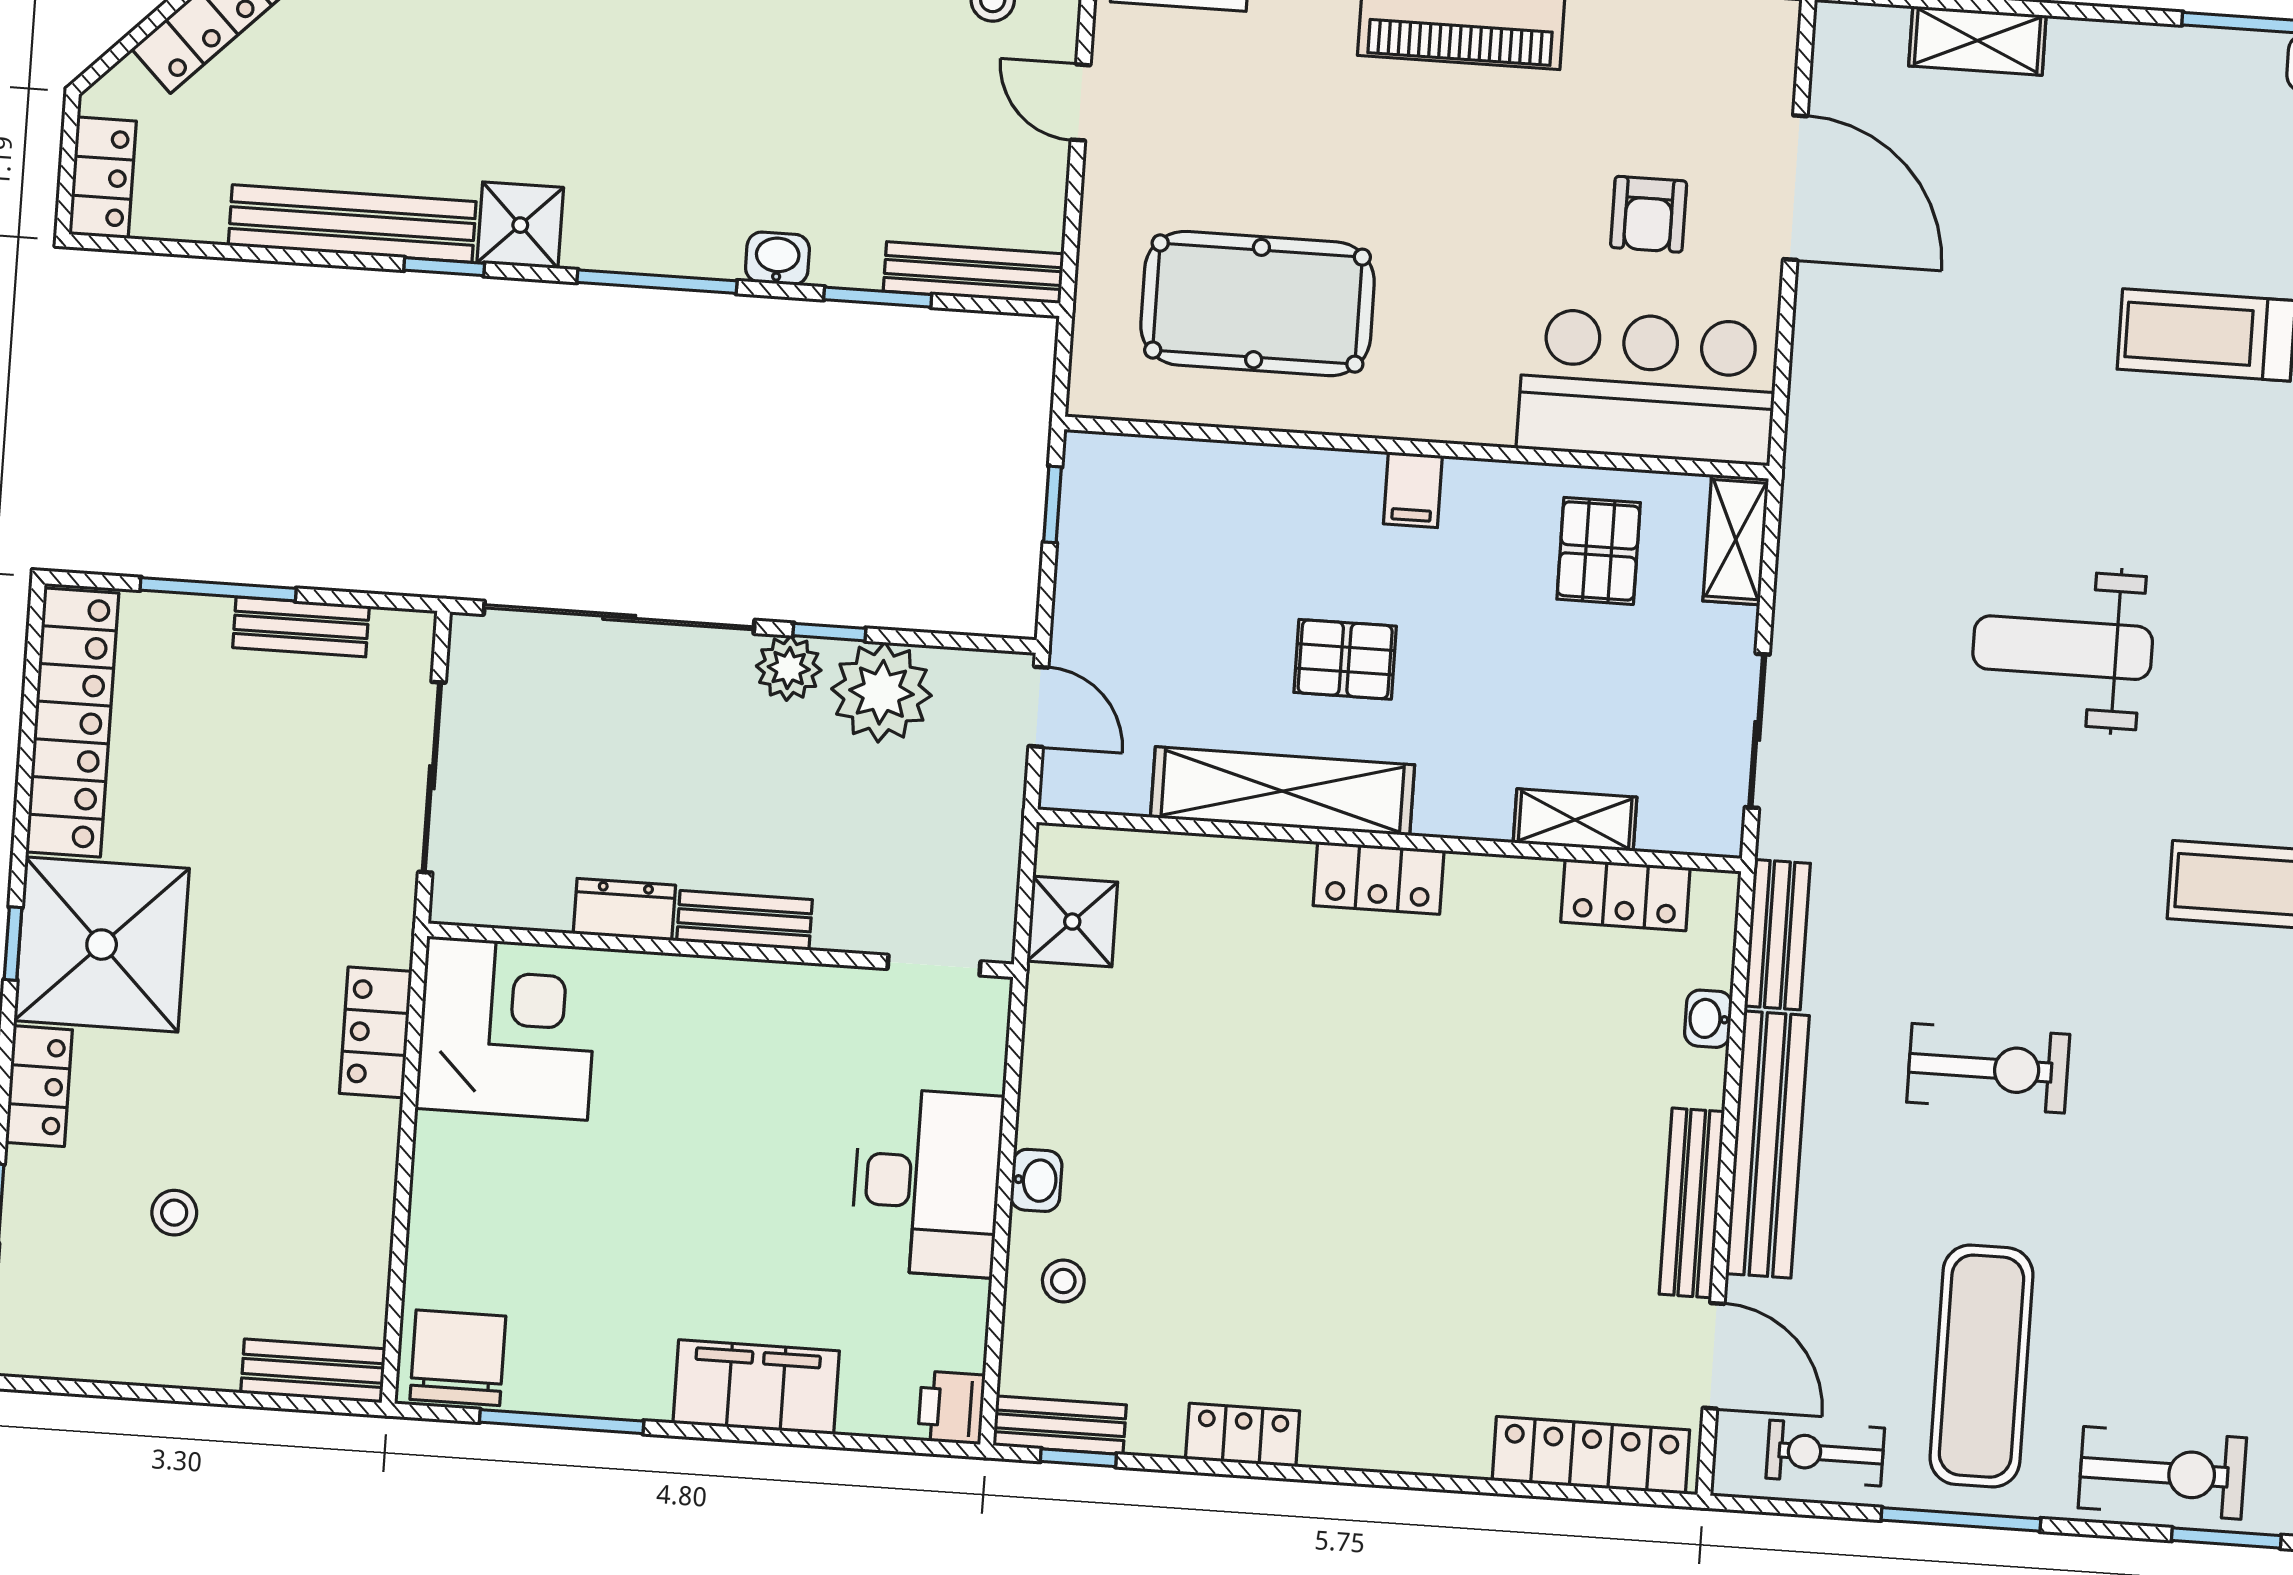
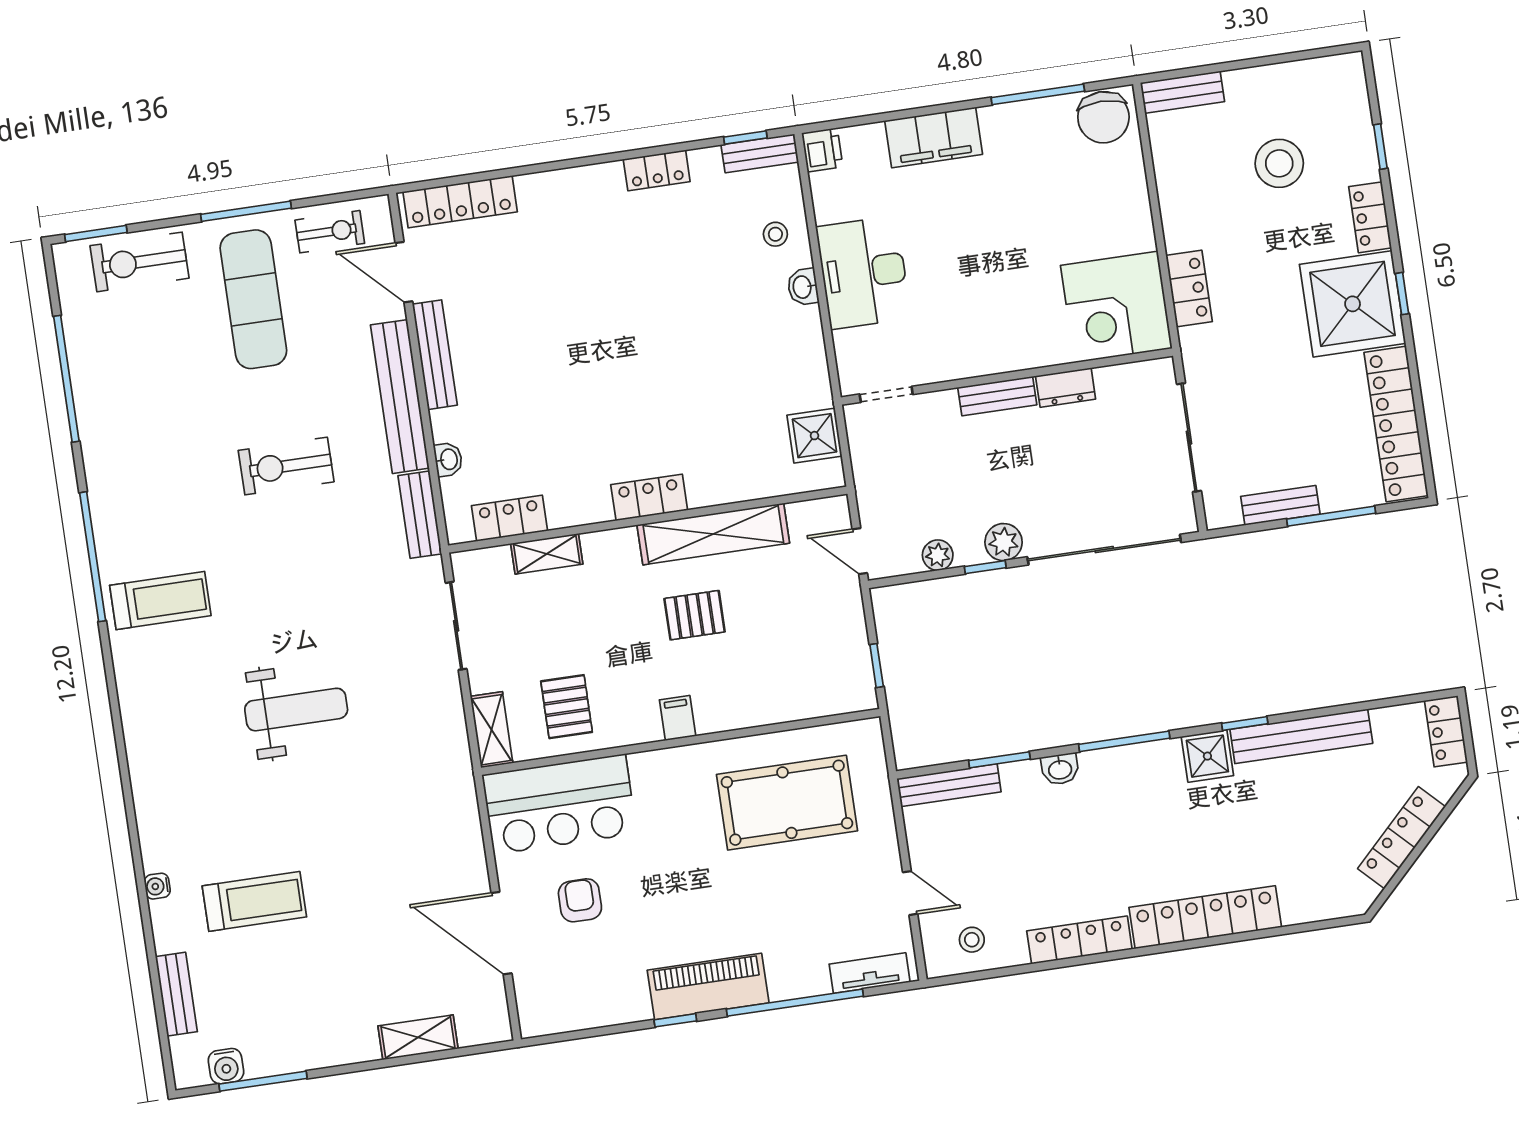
plant: (881, 692) -> (938, 555), width x0.53, depth x0.53
stool: (174, 1213) -> (1279, 163), width x1.89, depth x1.89

